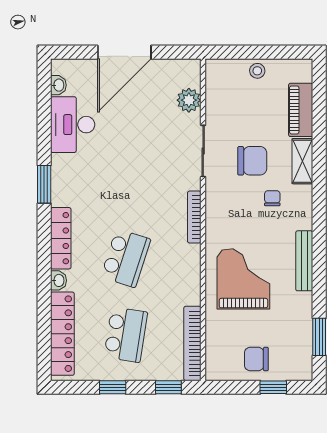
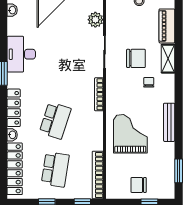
desk: (73, 125) -> (21, 54), moved

